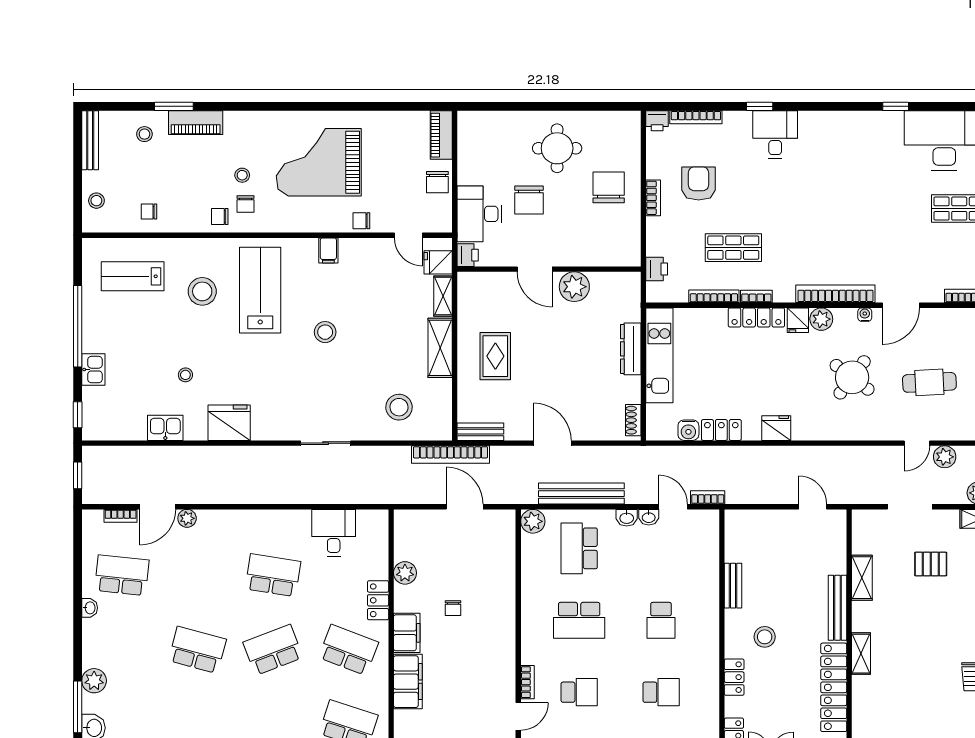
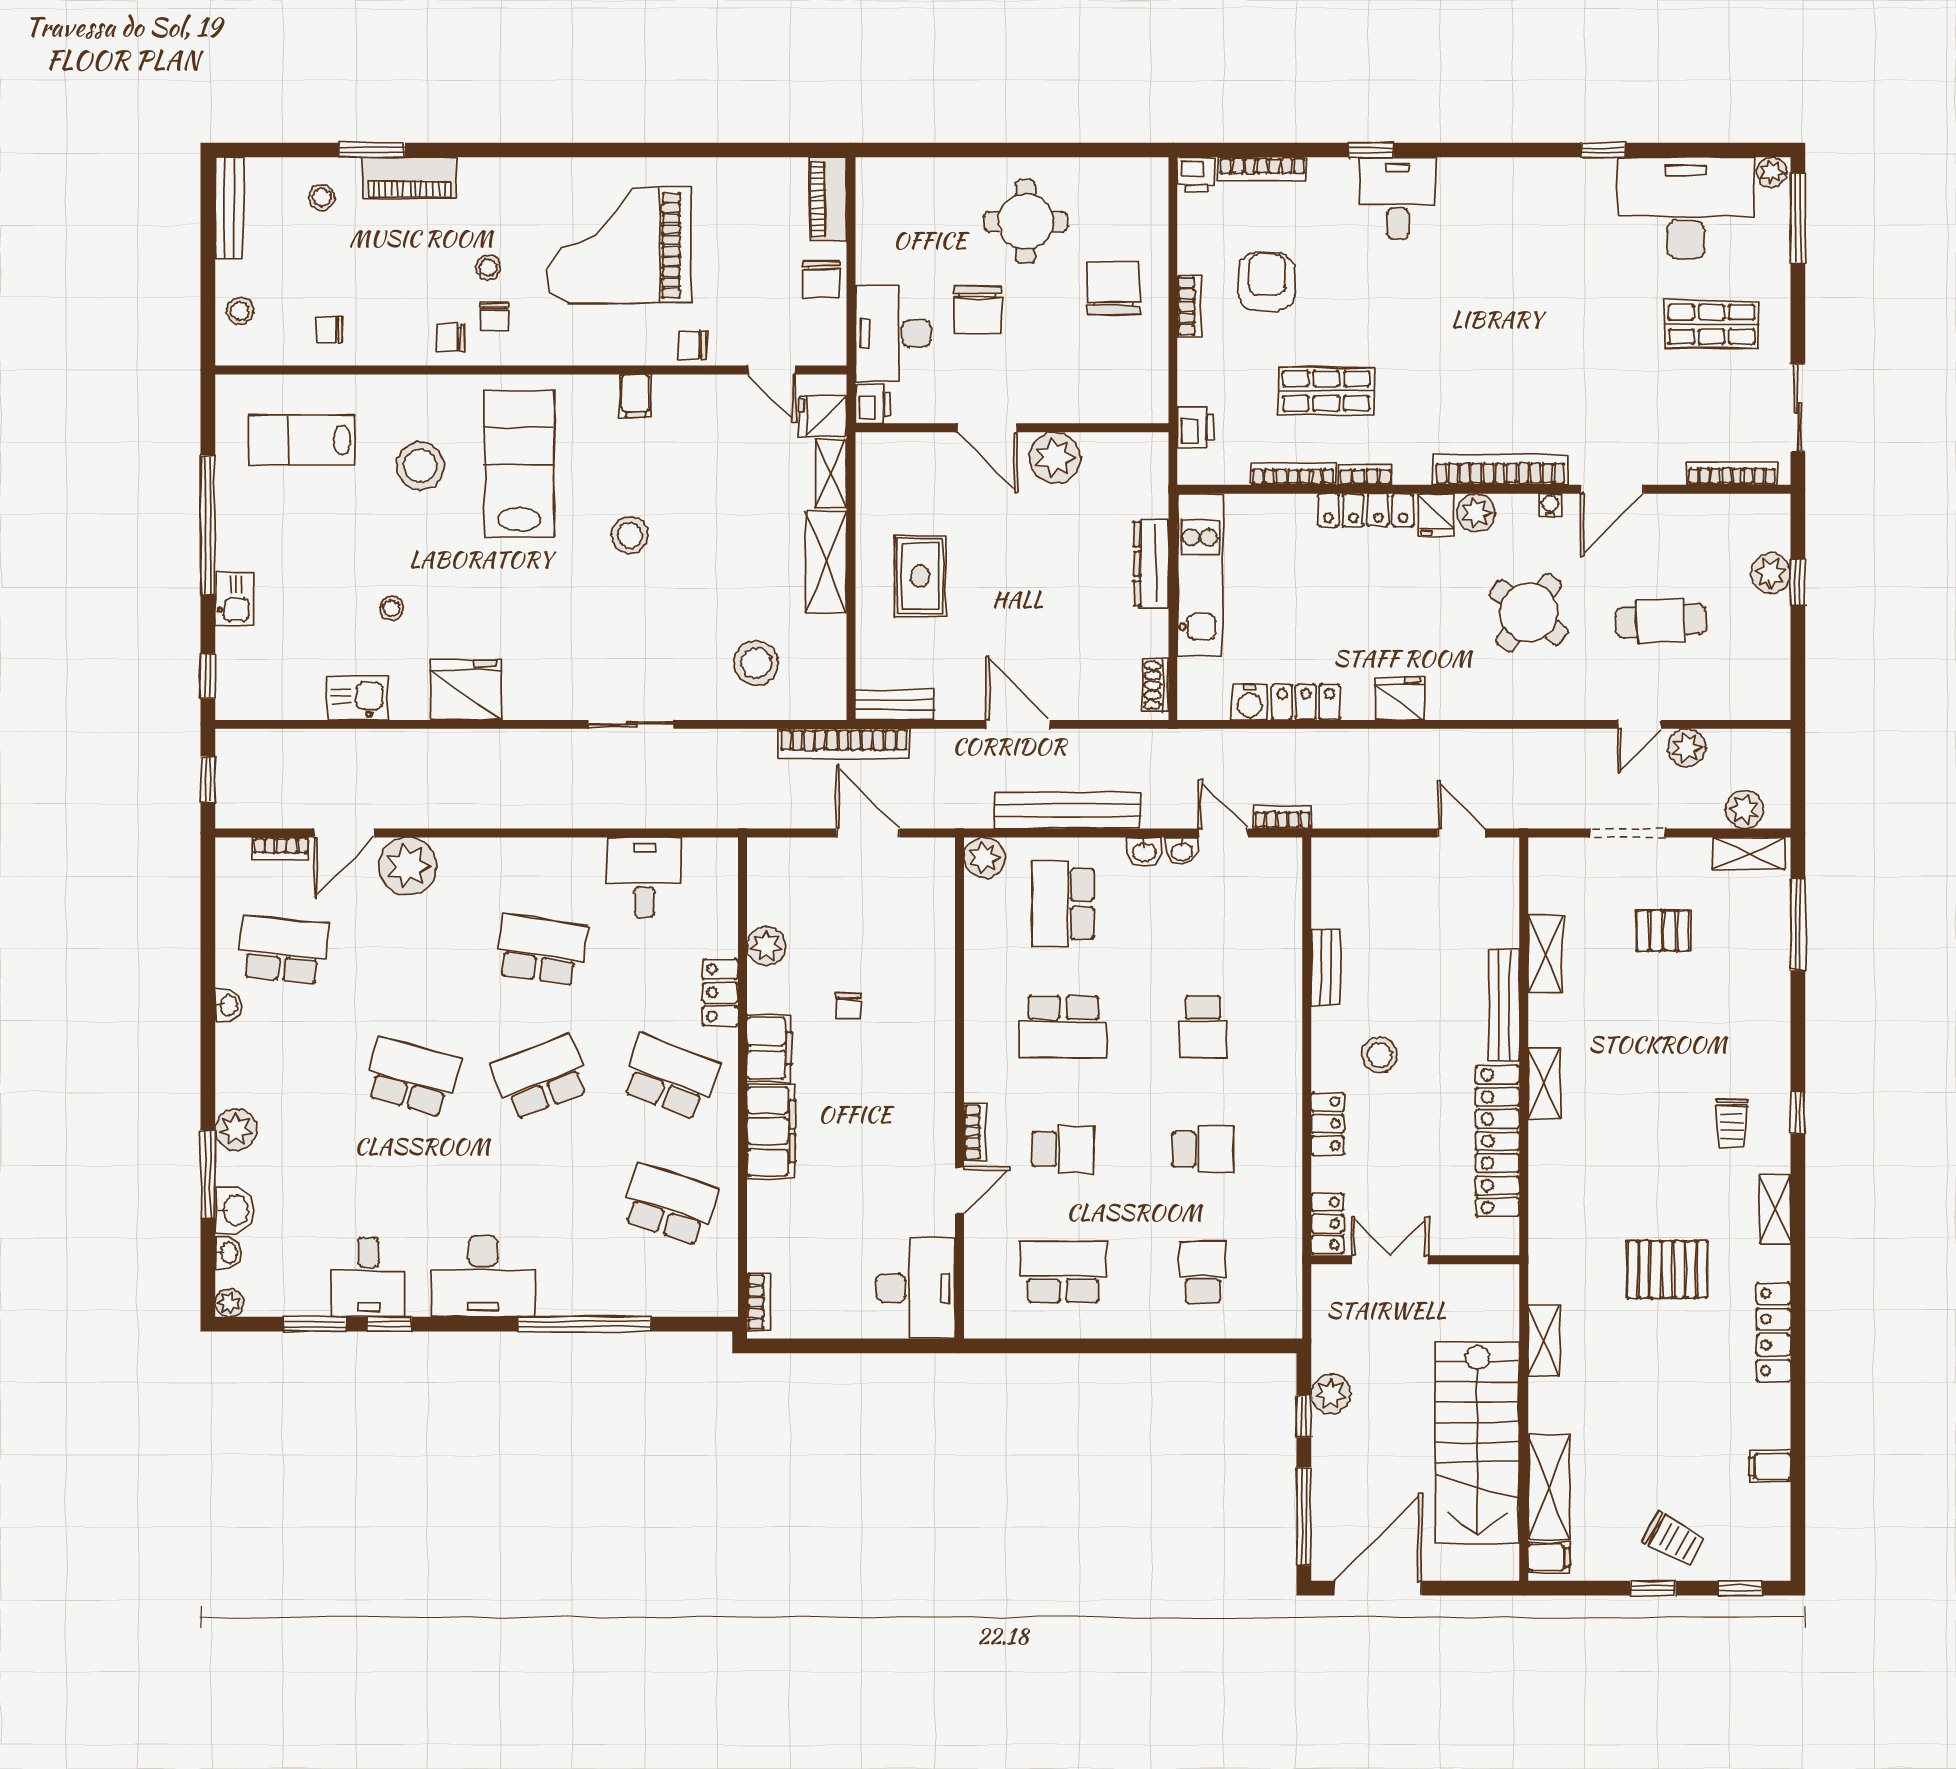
plant: (187, 518) -> (408, 866), width x1.88, depth x1.88

